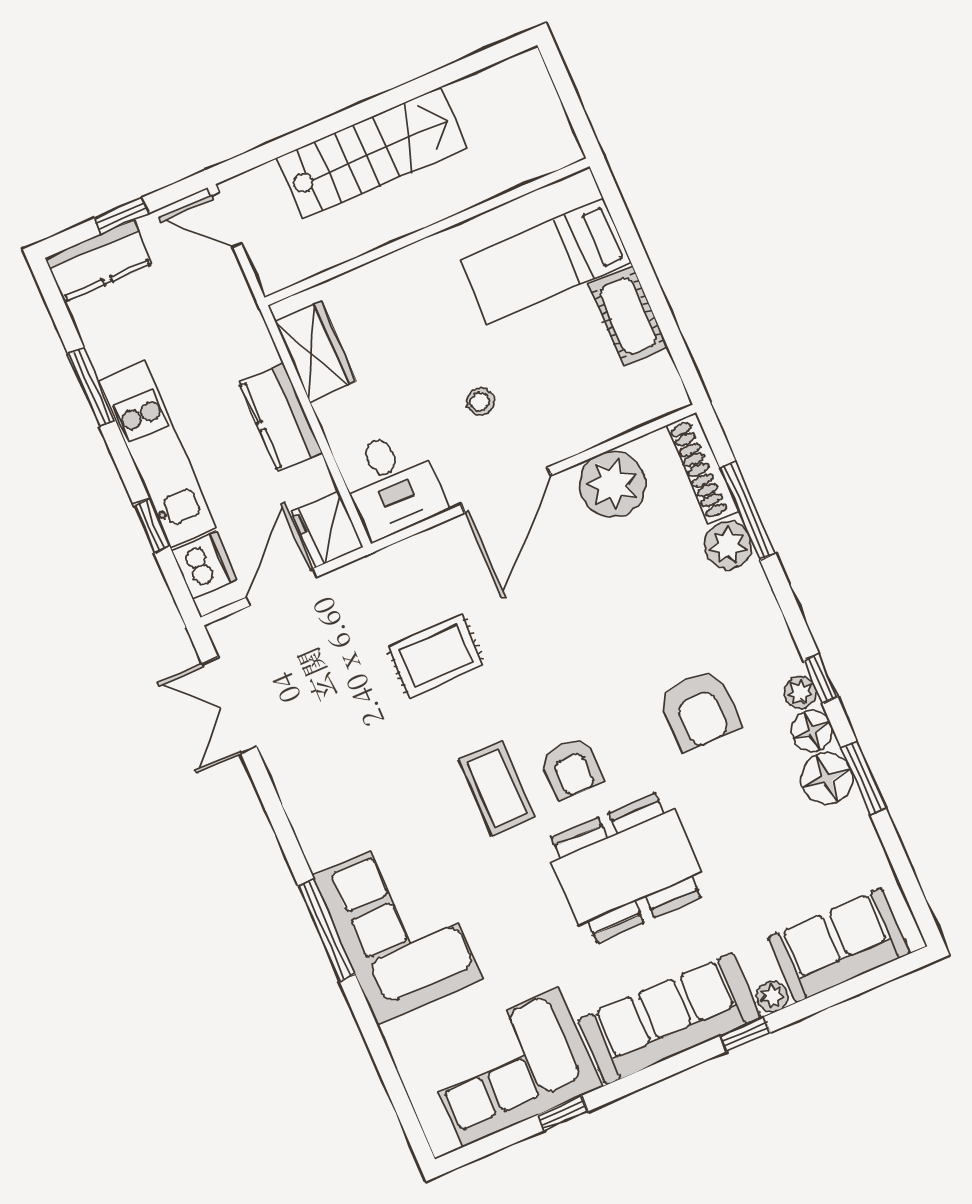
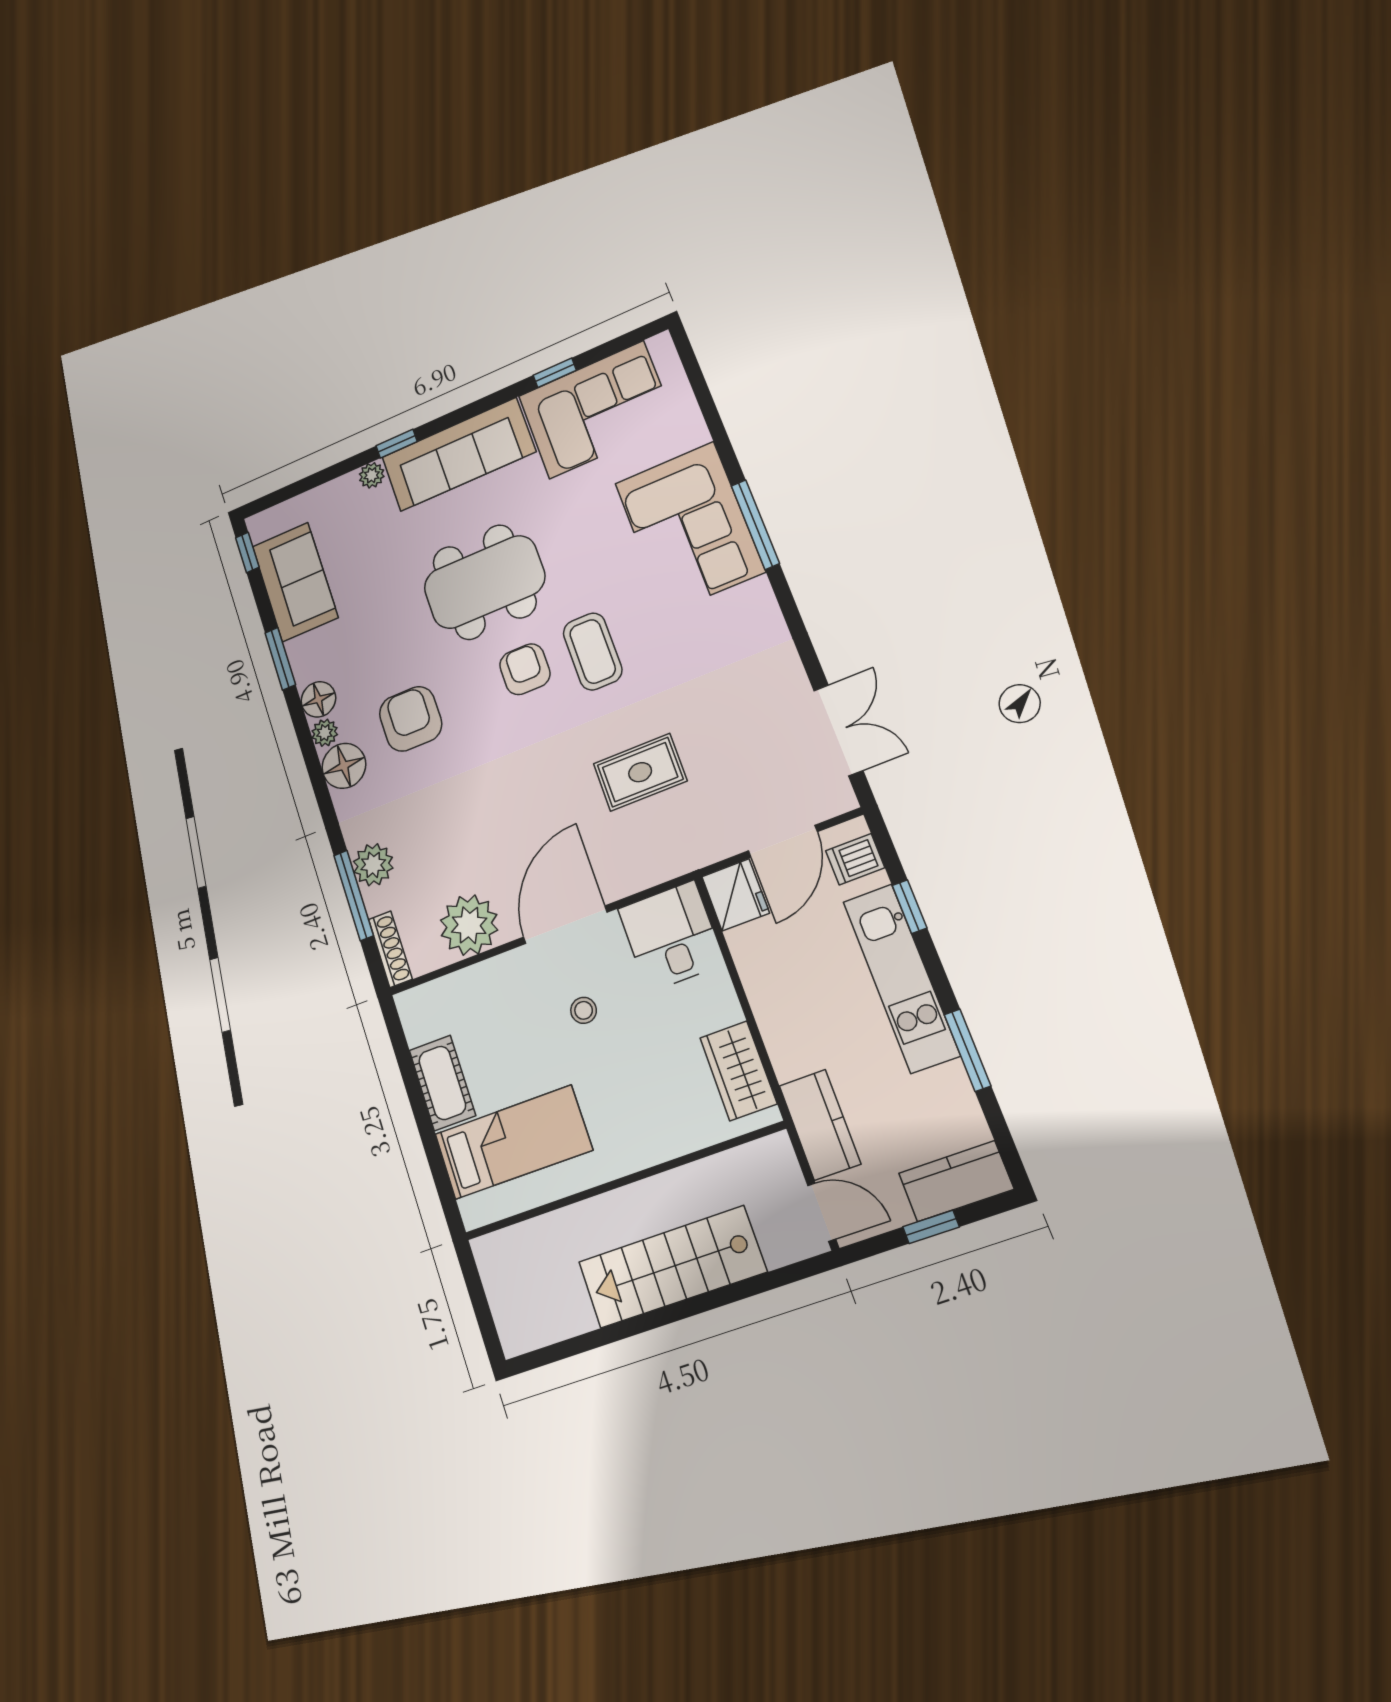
kitchen counter: (281, 418) -> (820, 1125), moved
shoe rack: (702, 468) -> (390, 949), width x0.74, depth x0.81
dishwasher: (204, 565) -> (855, 859), width x0.73
window: (820, 679) -> (247, 553), moved
floor lamp: (827, 778) -> (344, 766), moved
sofa: (839, 945) -> (295, 582), moved, turned -90

